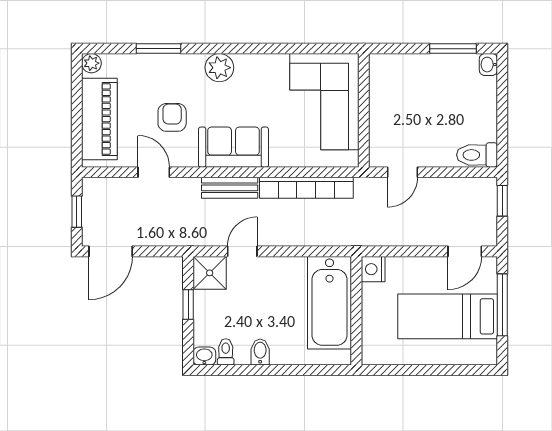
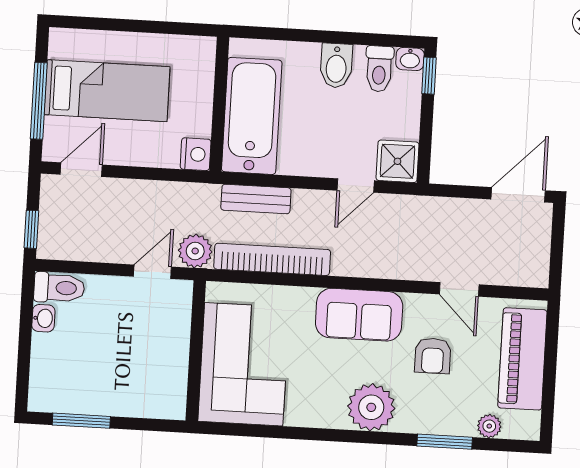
plant: (91, 63) -> (489, 426), moved
washbasin: (488, 65) -> (43, 318), moved
plant: (219, 68) -> (371, 407), width x1.36, depth x1.36
bench: (230, 188) -> (256, 199), moved
plant: (369, 191) -> (195, 251), added
window: (77, 212) -> (557, 246), removed
window: (188, 305) -> (429, 76), moved
toilet: (226, 352) -> (379, 69), width x1.37, depth x1.39
bidet: (260, 352) -> (336, 66), width x1.38, depth x1.36

